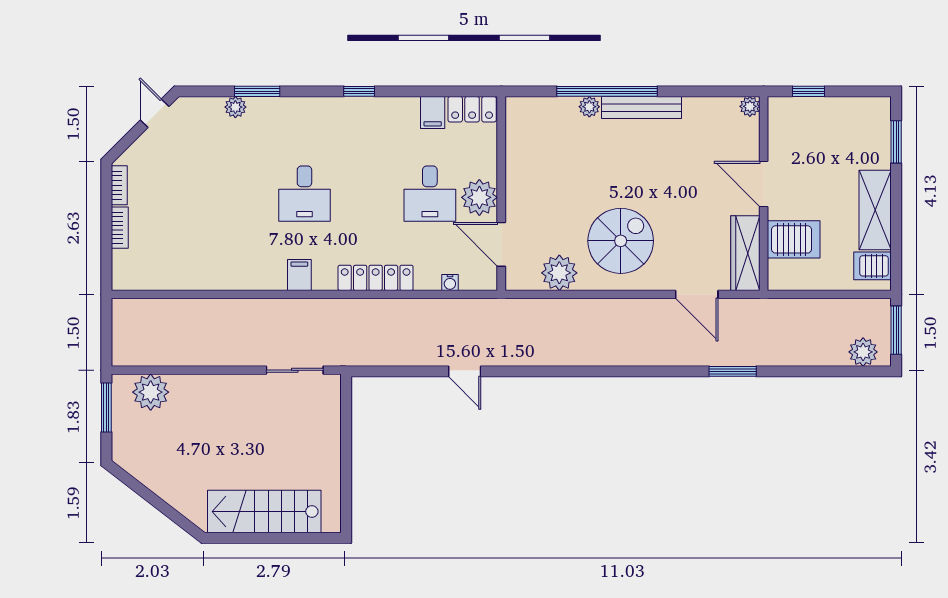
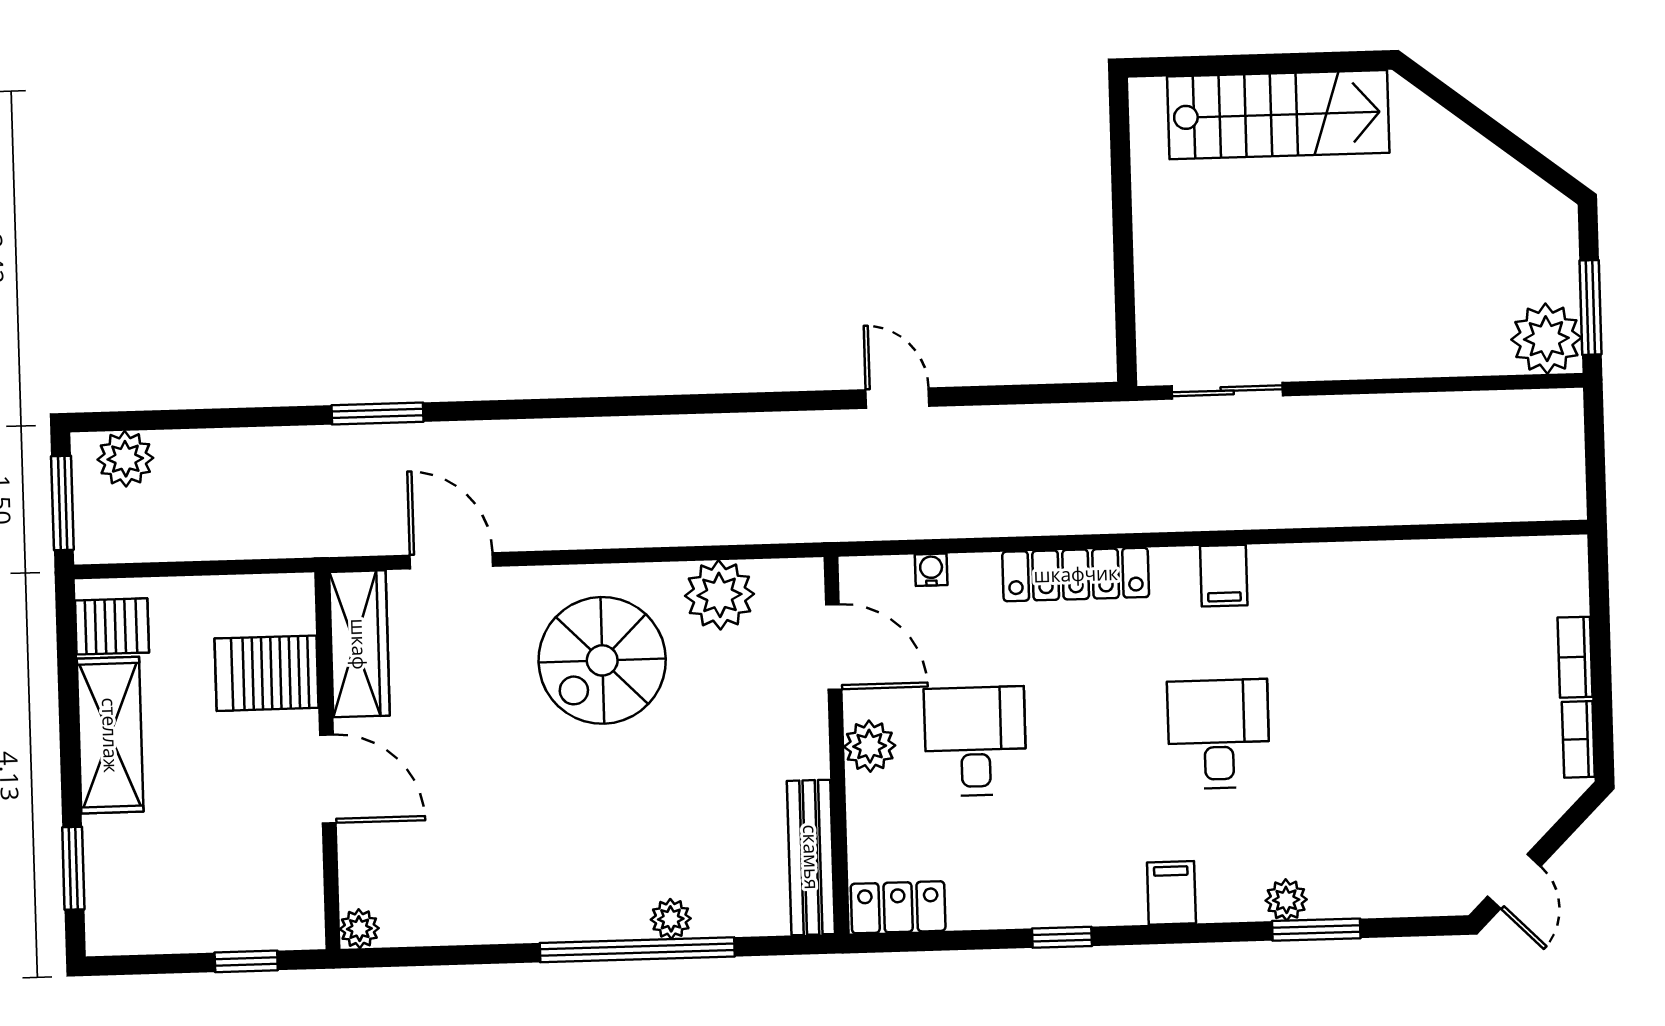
window: (359, 91) -> (1062, 937), moved
plant: (235, 107) -> (1286, 900), moved
bench: (641, 108) -> (811, 857), moved, turned 90
filing cabinet: (433, 112) -> (1171, 893), moved
plant: (479, 197) -> (870, 746), width x0.73, depth x0.73
plant: (151, 392) -> (1546, 339), moved

